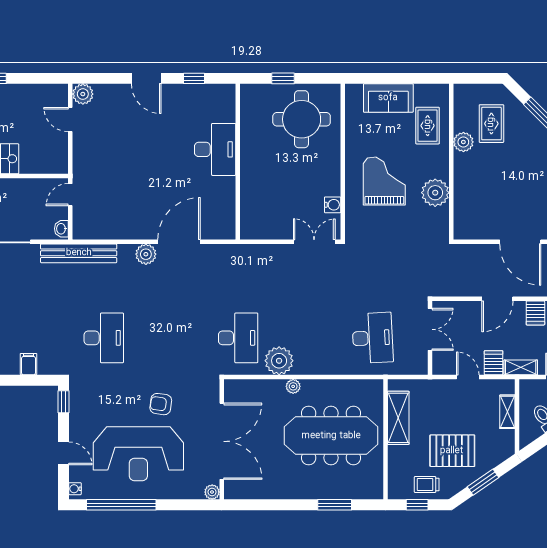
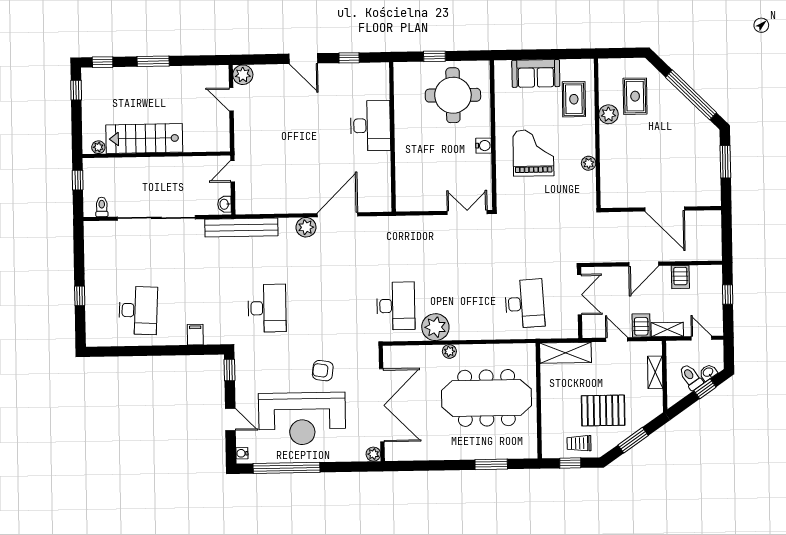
plant: (435, 193) -> (589, 163), width x0.53, depth x0.53
water cooler: (333, 205) -> (484, 146), moved
shelving: (398, 418) -> (566, 353), moved, turned 90

